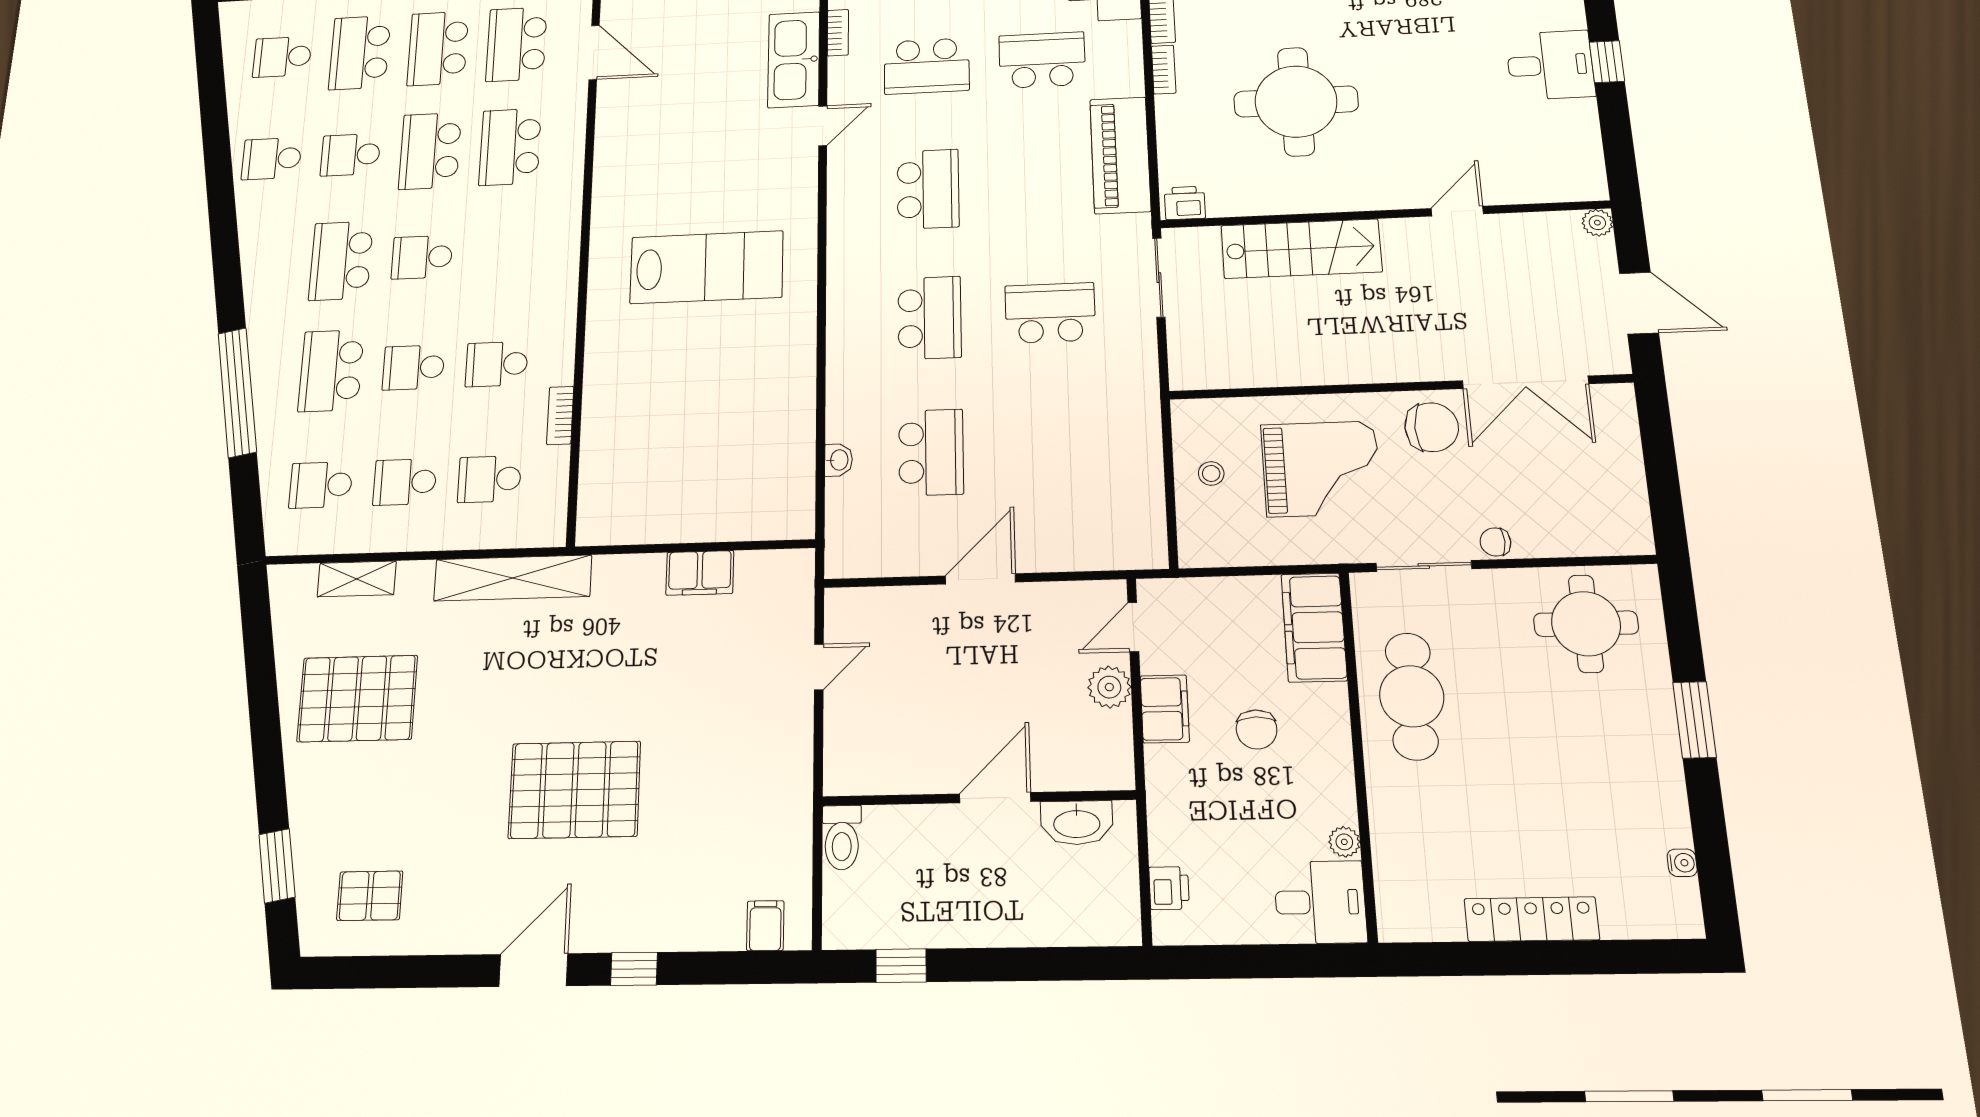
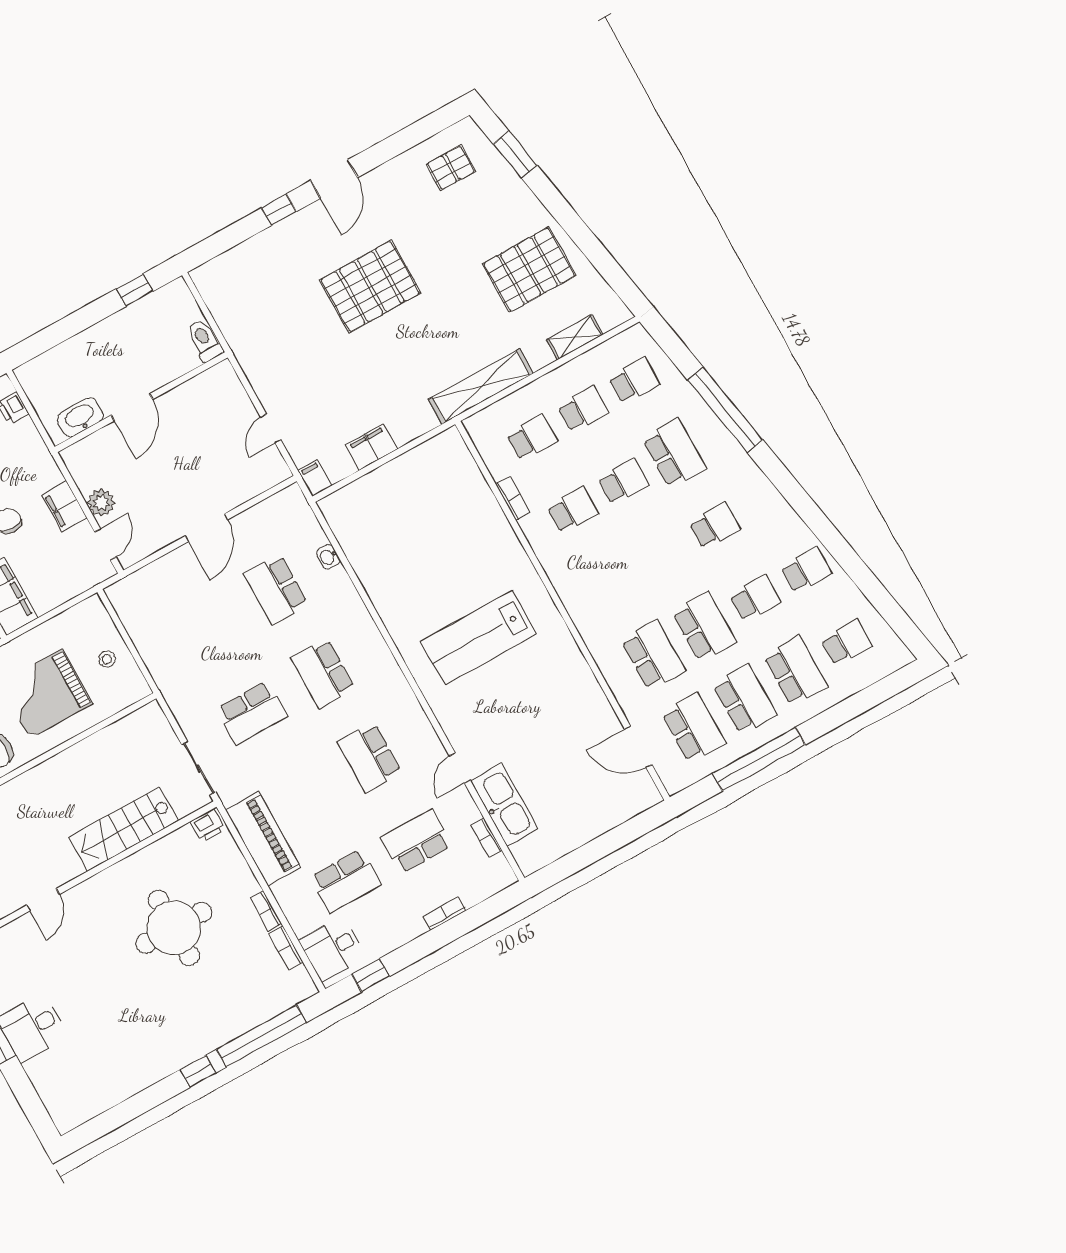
school desk: (422, 257) -> (664, 554), removed
school desk: (341, 261) -> (715, 526), width x0.54
filing cabinet: (765, 926) -> (315, 478), moved, turned 180

